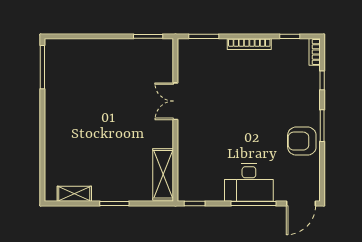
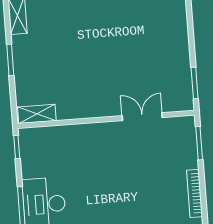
double door: (175, 101) -> (142, 117), moved
shelving: (163, 174) -> (37, 114), width x0.67, depth x0.75

